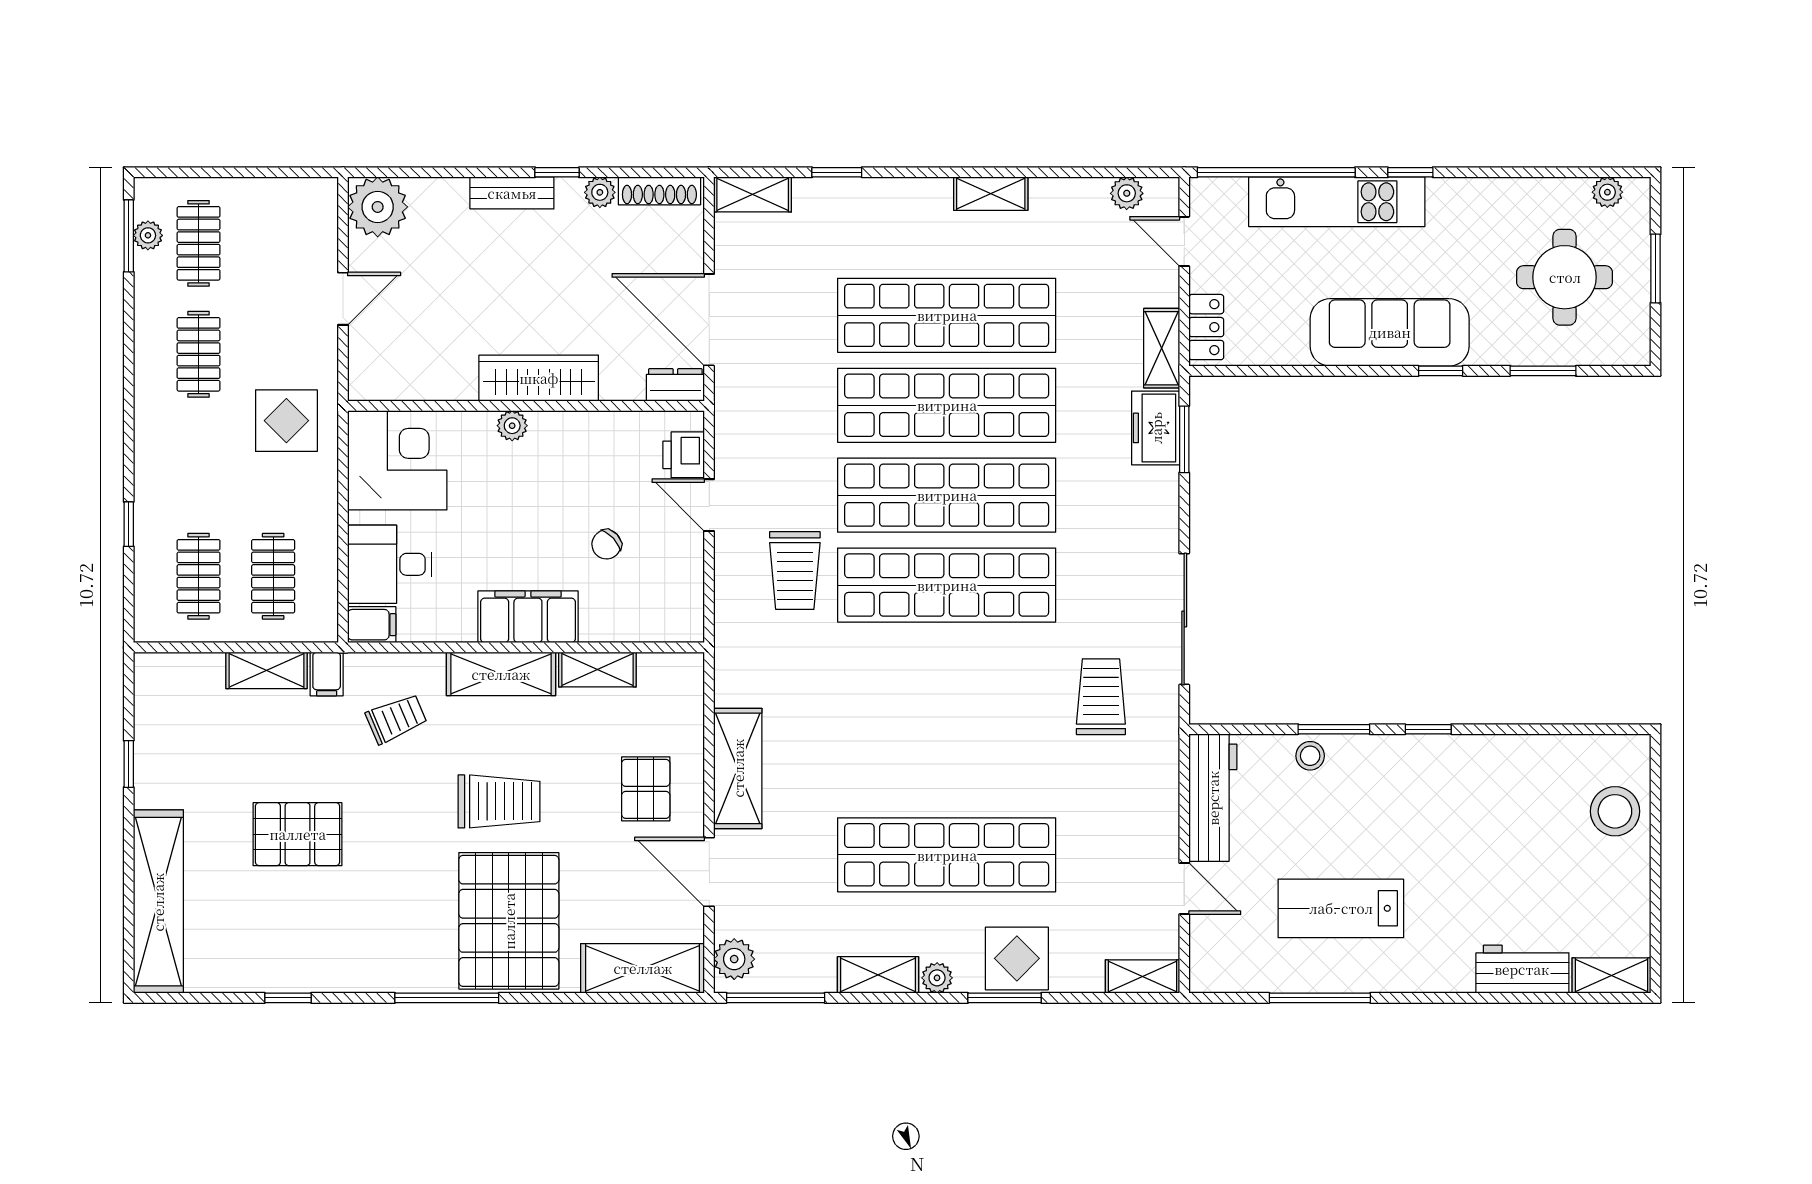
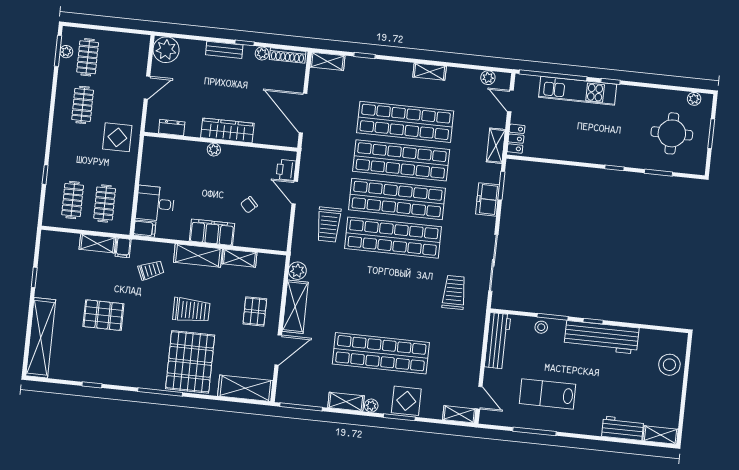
sofa: (1390, 332) -> (594, 149), removed
dresser: (675, 385) -> (172, 128), moved
freezer: (1156, 428) -> (488, 199), moved
corner desk: (397, 460) -> (163, 159), removed
workbench: (1452, 765) -> (602, 337), added
door: (709, 872) -> (278, 350), swing flipped
door: (1184, 889) -> (479, 398), moved
plant: (734, 959) -> (297, 271), moved

